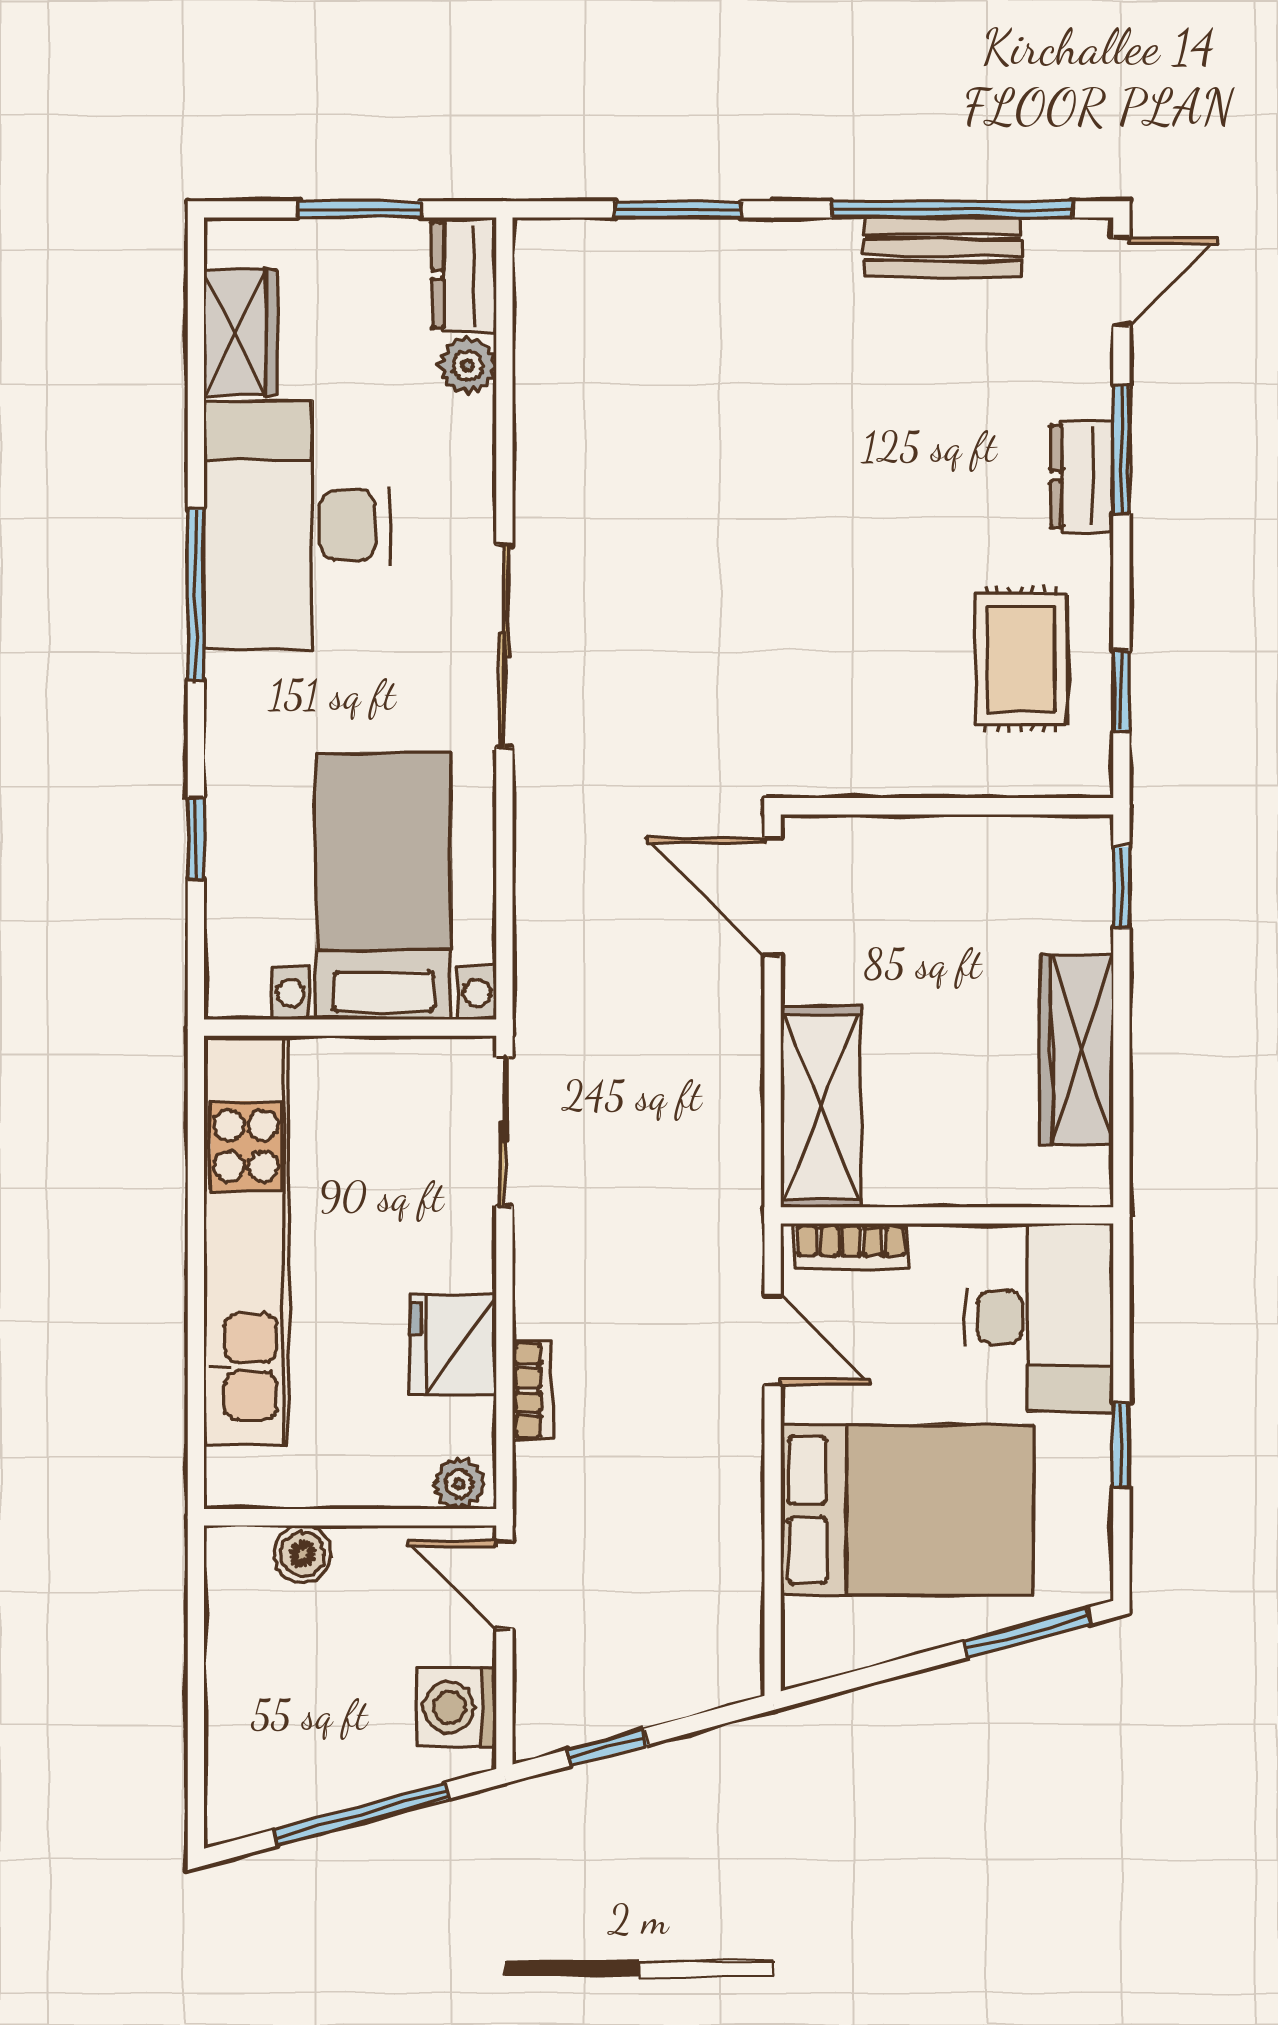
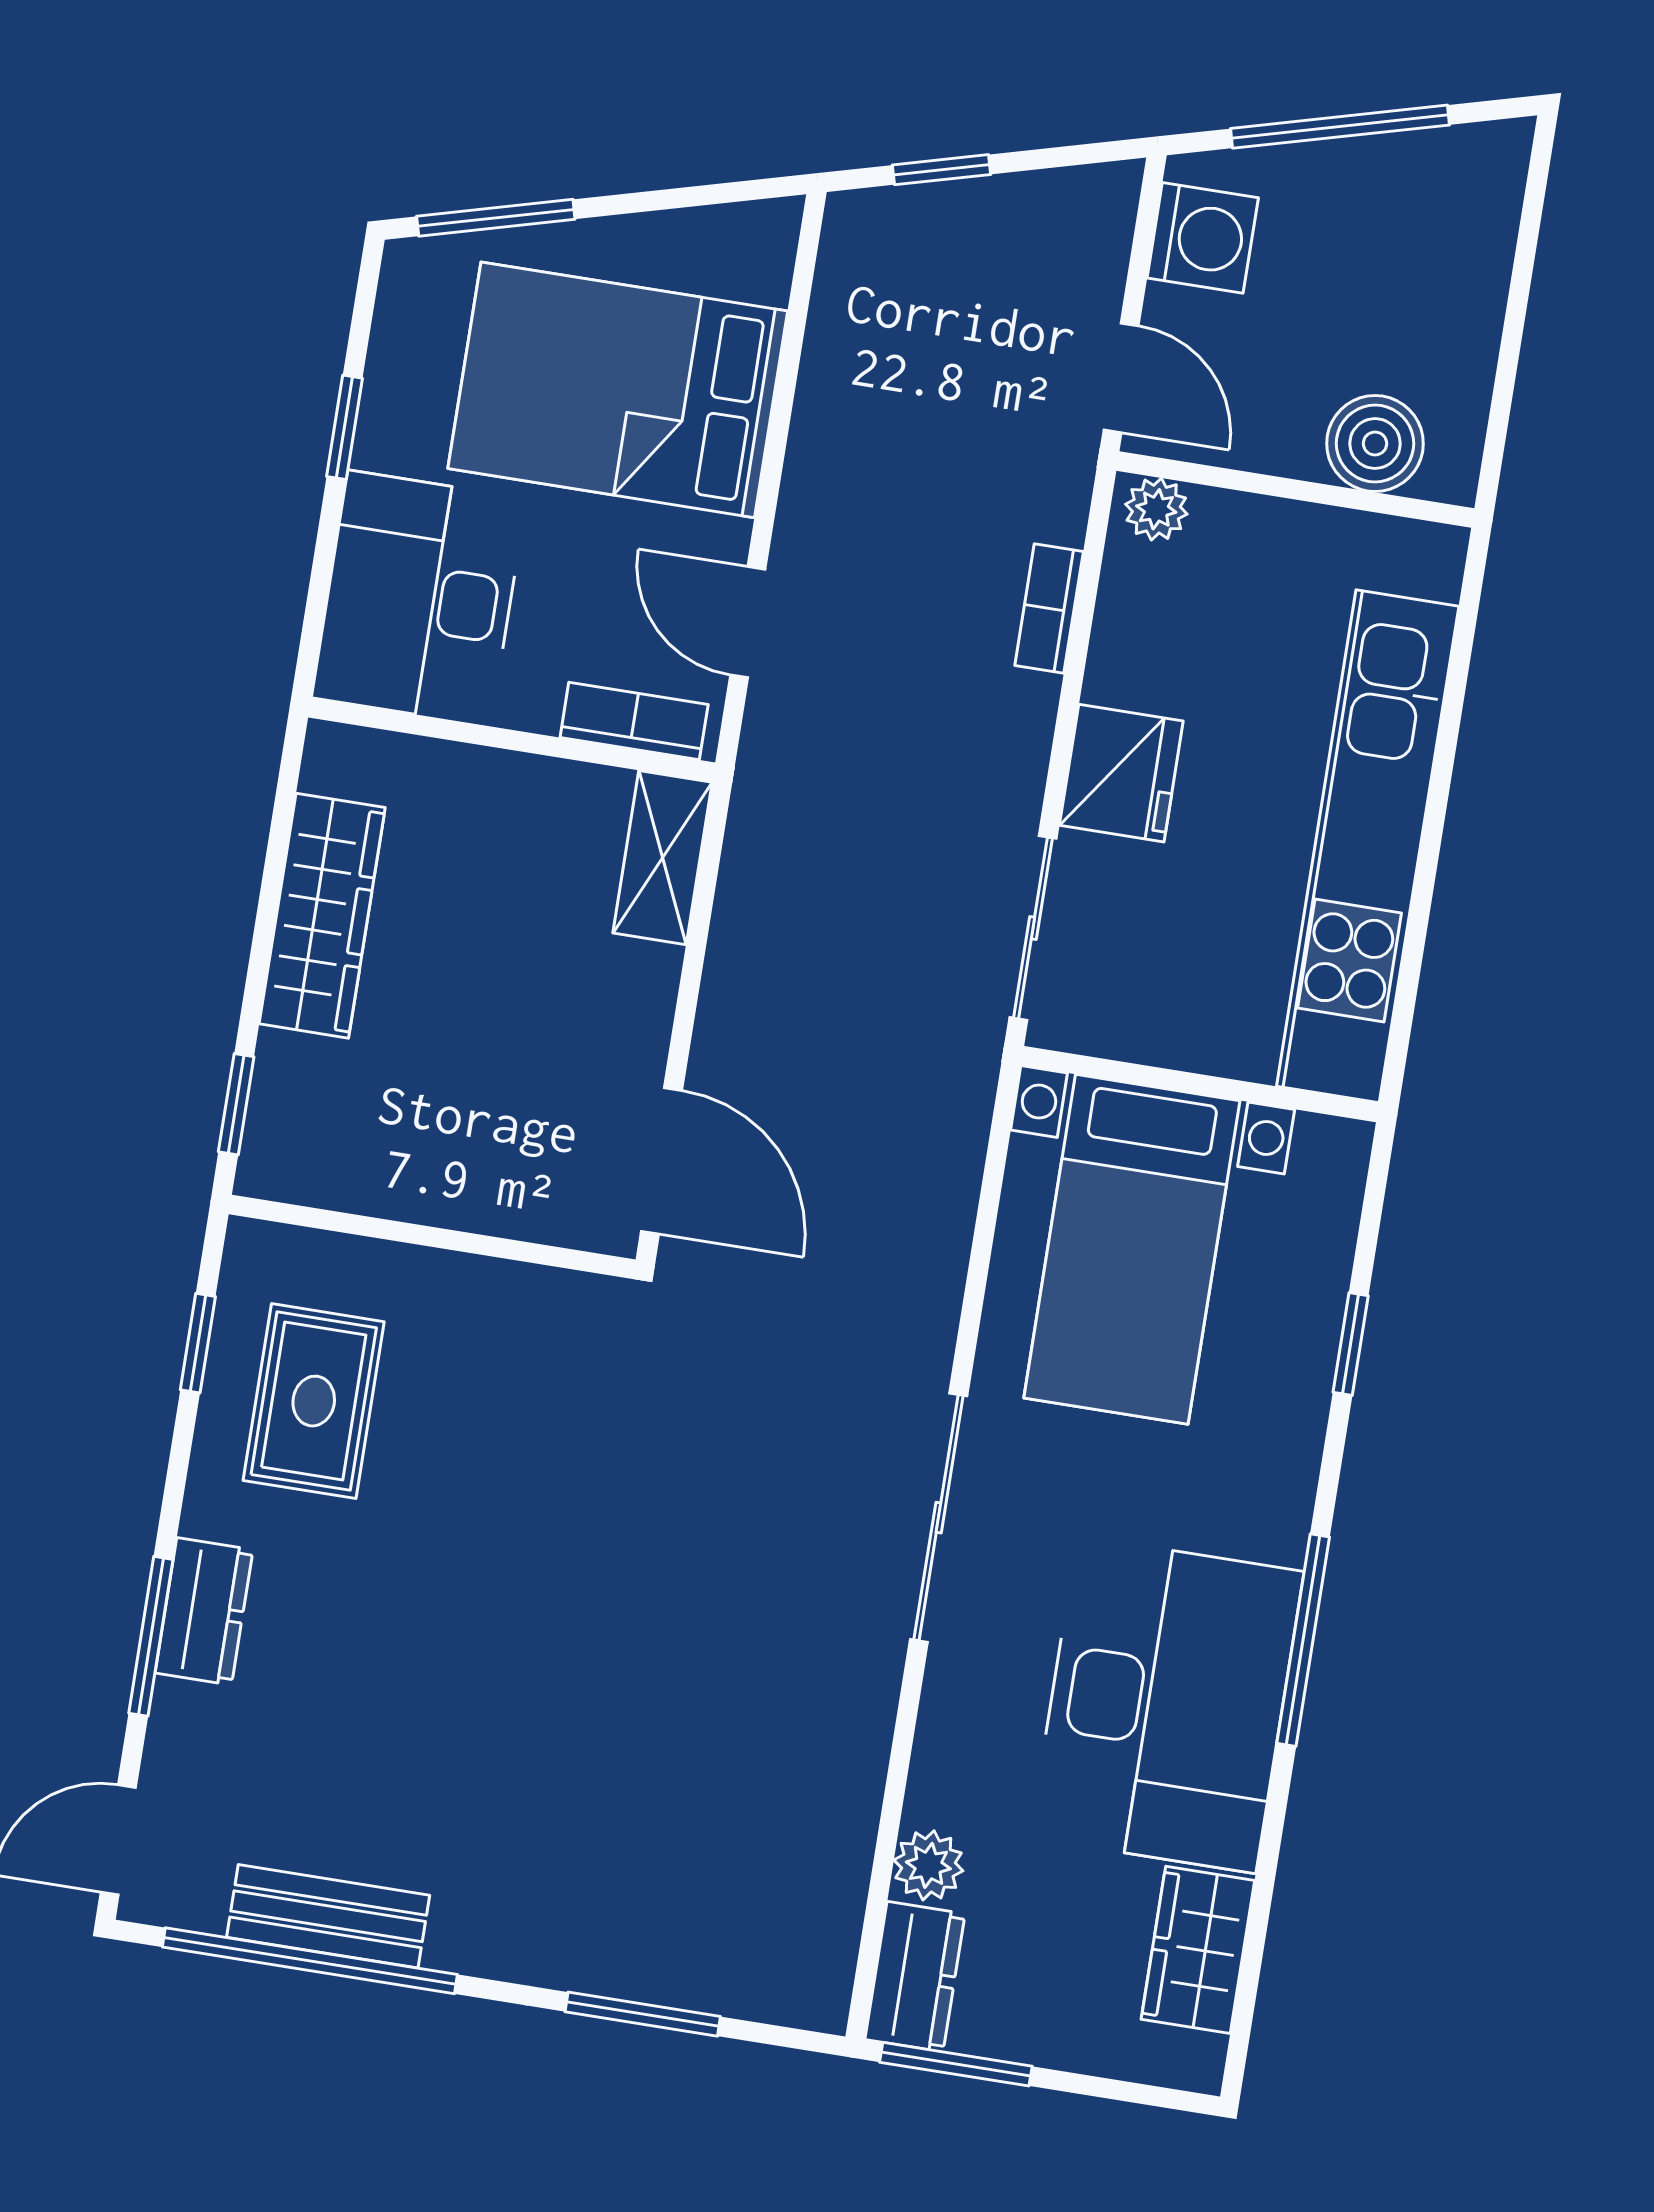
window: (360, 209) -> (956, 2064), moved
shelving: (821, 1107) -> (662, 858), width x0.67, depth x0.75
fridge: (453, 1345) -> (1121, 773), moved
boiler: (302, 1554) -> (1375, 443), width x1.36, depth x1.36
window: (607, 1747) -> (941, 170), moved

